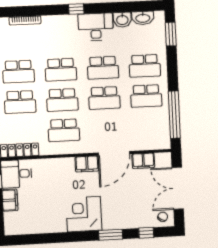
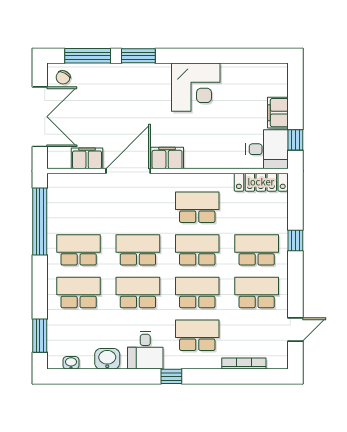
washbasin: (143, 18) -> (71, 363), width x0.52, depth x0.69
desk: (96, 27) -> (145, 350), width x0.73
school desk: (59, 39) -> (197, 335), added
corner desk: (84, 214) -> (196, 87), moved
window: (146, 233) -> (88, 56), width x2.17

